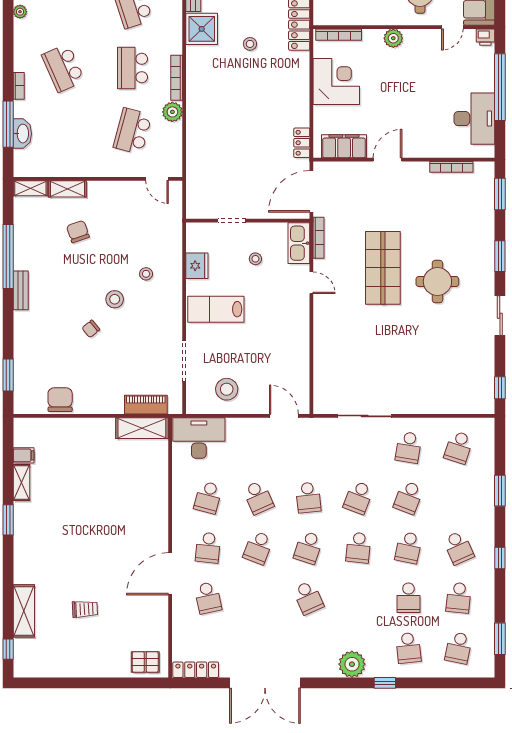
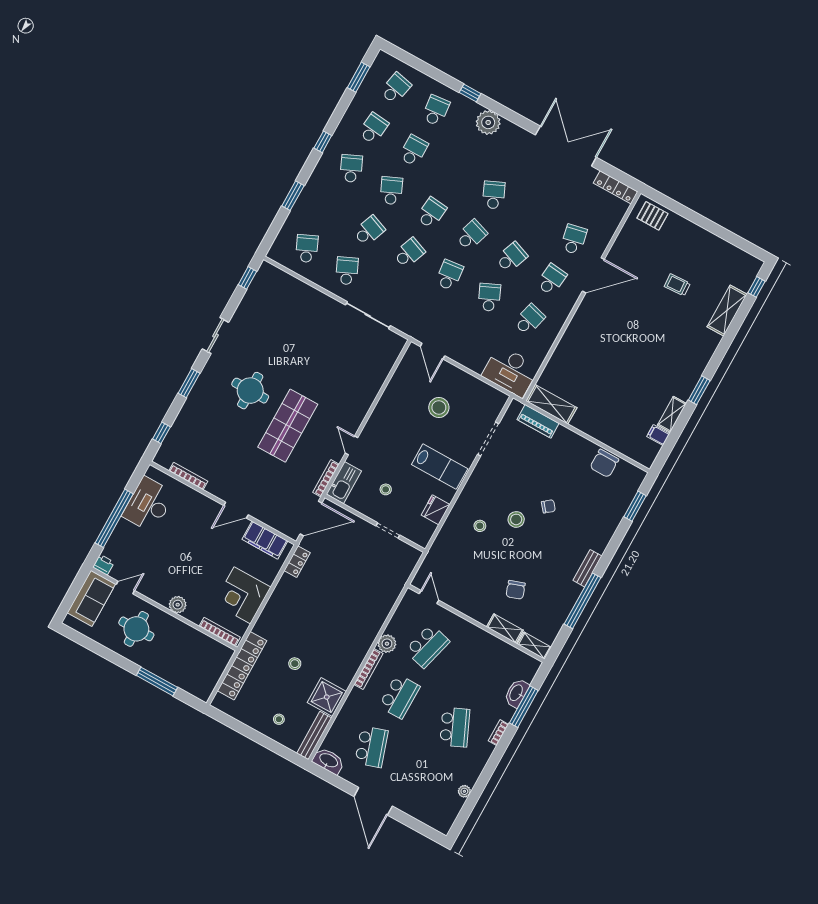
window: (500, 194) -> (161, 433), width x0.67
stool: (227, 389) -> (439, 408), moved
school desk: (408, 447) -> (347, 271), turned -33
school desk: (459, 447) -> (307, 249), turned -42
school desk: (408, 548) -> (391, 191), turned -36

